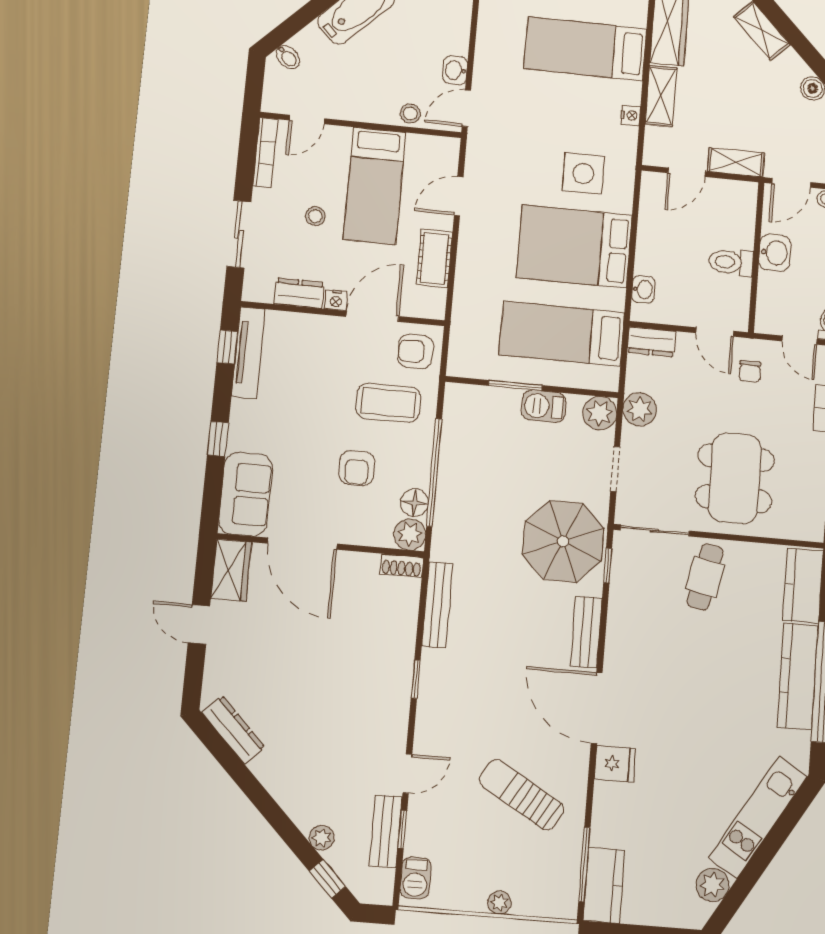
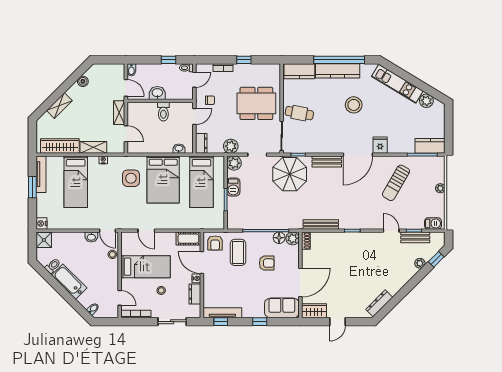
cot: (434, 258) -> (188, 239), moved
stool: (715, 708) -> (354, 105), added

